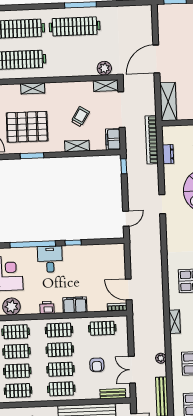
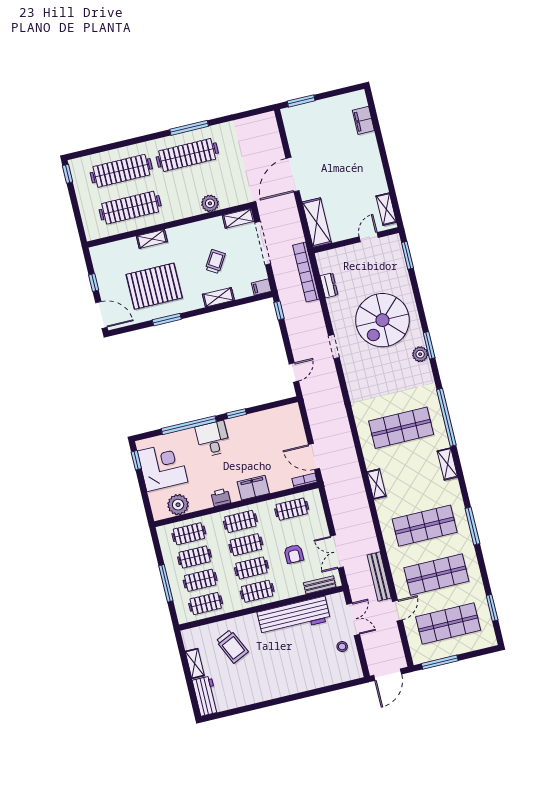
plant: (104, 68) -> (210, 203), moved
filing cabinet: (113, 139) -> (261, 287), width x0.50
plant: (161, 358) -> (369, 531), removed

